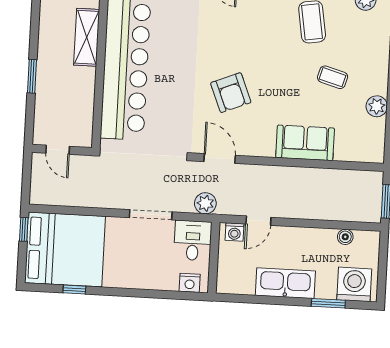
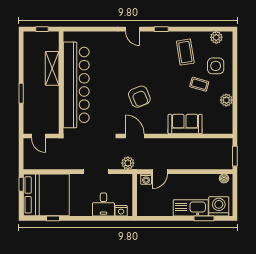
side table: (362, 48) -> (216, 66), added
boiler: (345, 237) -> (224, 178), moved
desk: (193, 240) -> (103, 205), moved, turned 180
kitchen sink: (285, 283) -> (191, 208), moved

